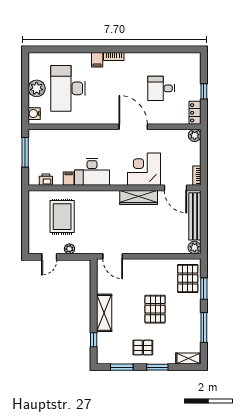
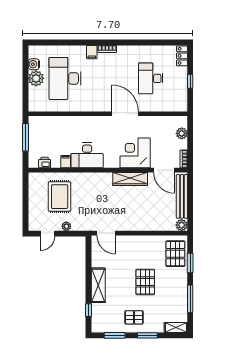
desk: (161, 88) -> (151, 78), width x1.37
locker: (195, 113) -> (182, 56), moved
water cooler: (34, 114) -> (34, 64), moved
plant: (195, 135) -> (182, 133), moved

